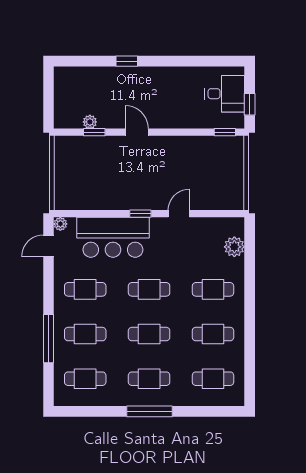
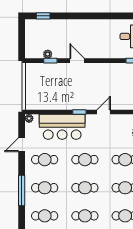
window: (127, 61) -> (43, 16), moved
door: (49, 246) -> (22, 145), moved

